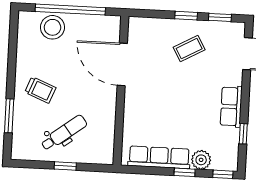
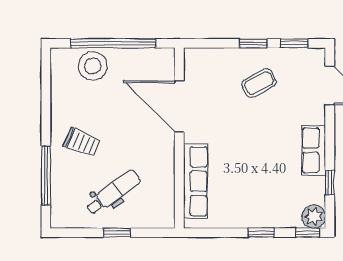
window: (9, 116) -> (46, 176), width x1.44
row of seats: (159, 157) -> (196, 181), moved, turned 90
plant: (201, 160) -> (314, 217), moved

